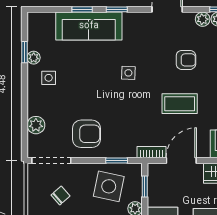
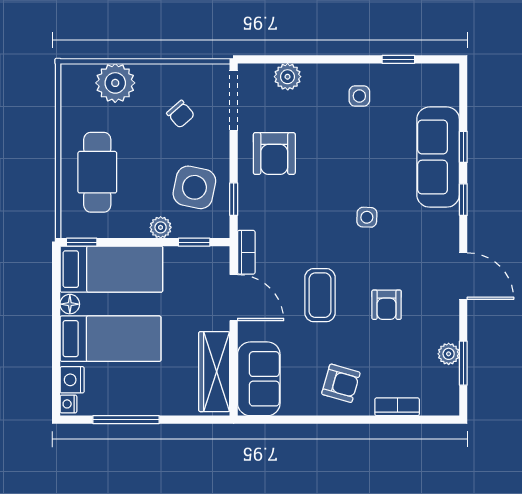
plant: (203, 19) -> (448, 330), removed
plant: (34, 58) -> (390, 73), removed

